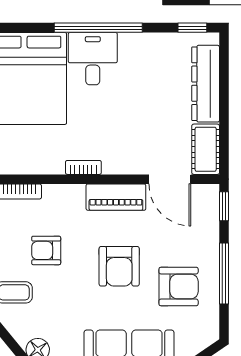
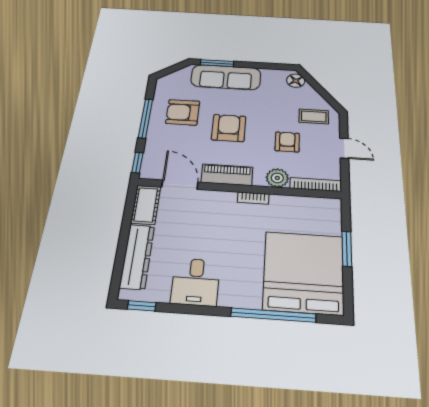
window: (98, 28) -> (273, 315), moved
desk: (93, 59) -> (196, 282), moved
plant: (56, 197) -> (277, 178), added
armchair: (46, 250) -> (287, 142), turned -90

